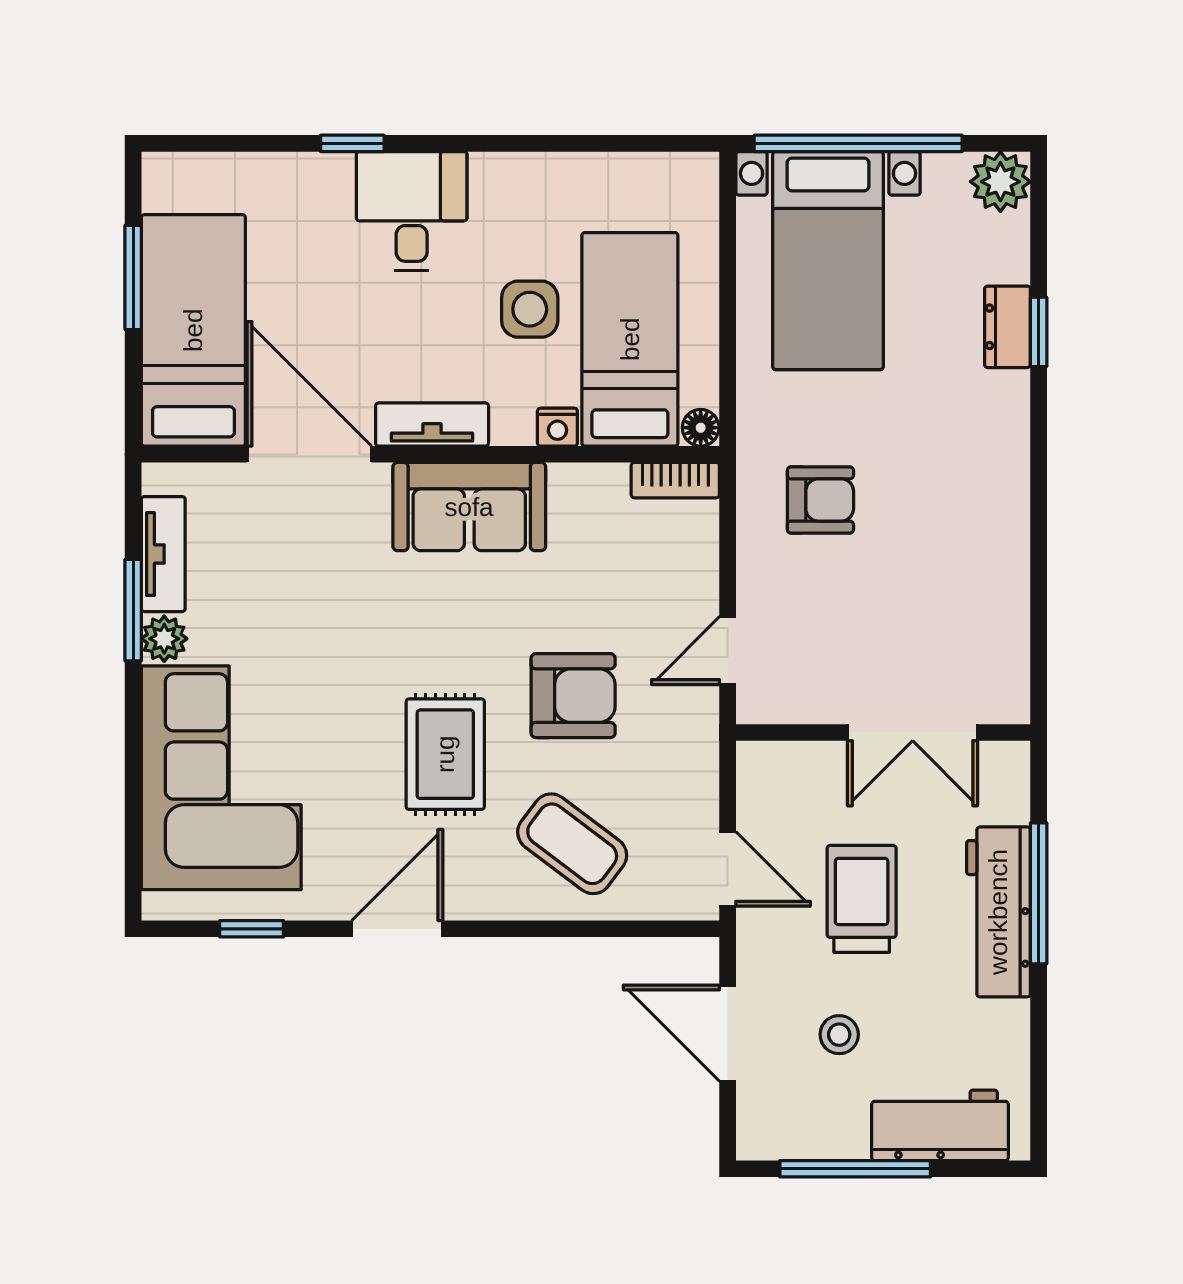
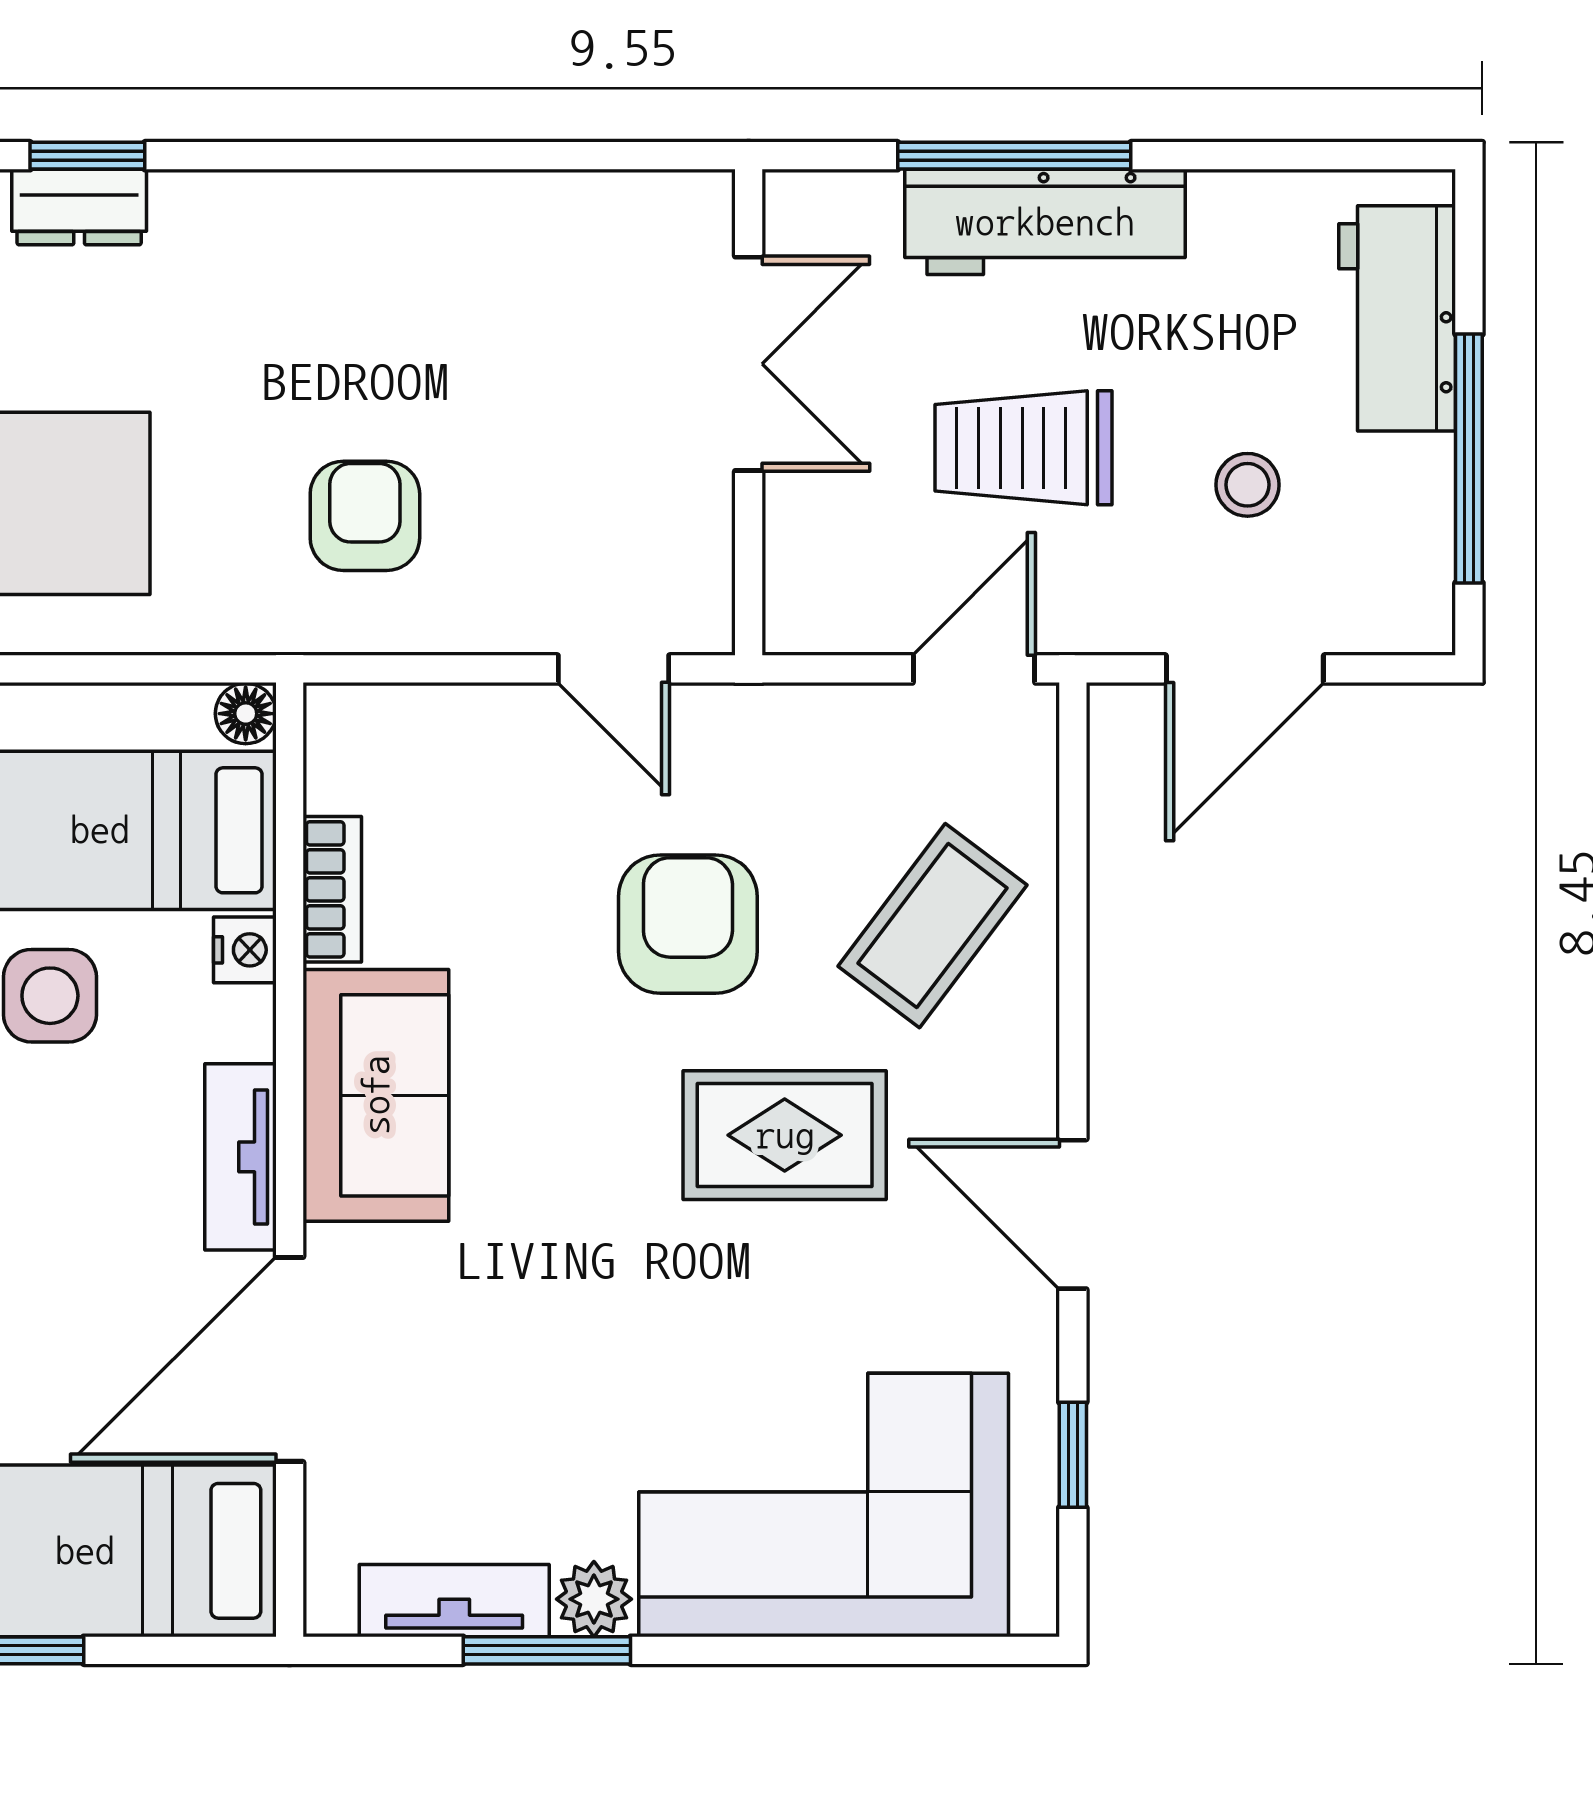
bookcase: (675, 480) -> (332, 889), moved

